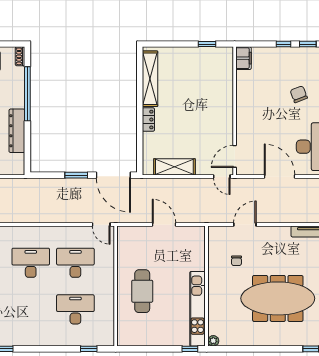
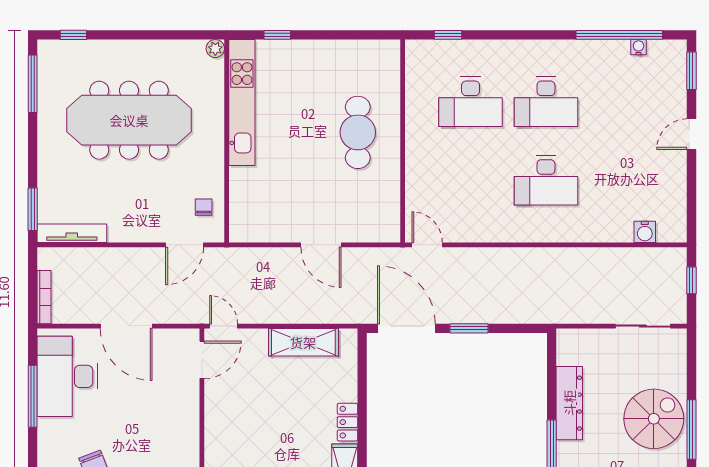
chair: (236, 261) -> (204, 207), moved
desk: (75, 263) -> (546, 102), moved
wall: (207, 286) -> (227, 141), moved
kitchen unit: (197, 309) -> (242, 103), moved
plant: (213, 341) -> (215, 49), moved

